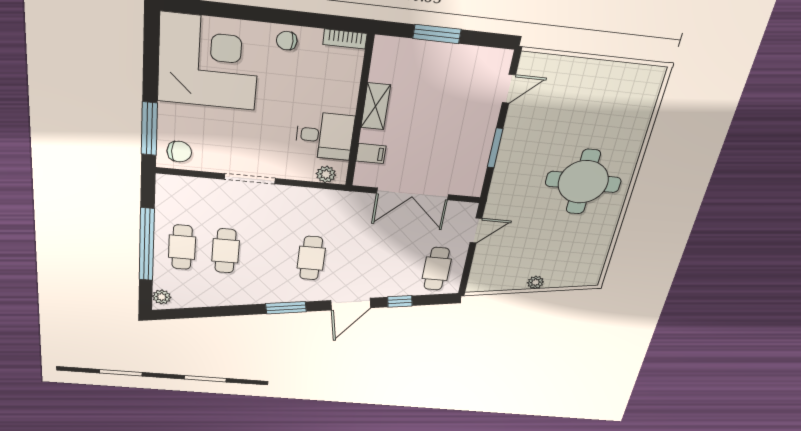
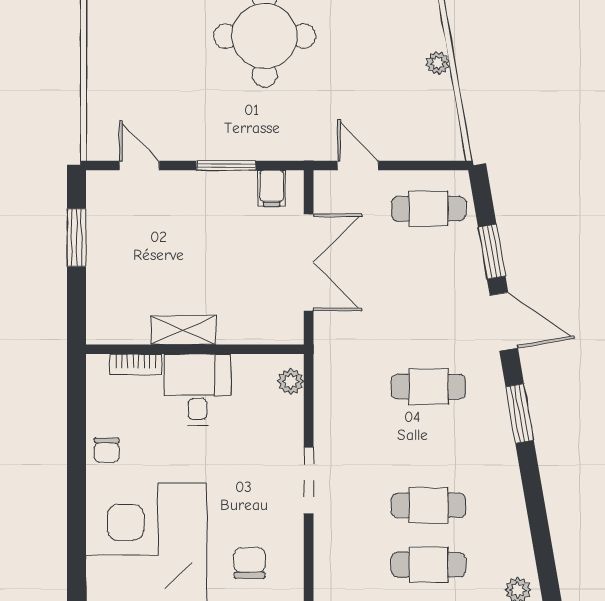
window: (437, 34) -> (77, 237), moved
bookcase: (345, 39) -> (136, 364), moved, turned 90
desk: (325, 136) -> (197, 390), moved
chair: (179, 152) -> (250, 563), moved
filing cabinet: (371, 154) -> (272, 188), moved, turned 180
window: (400, 301) -> (492, 252), width x1.50

